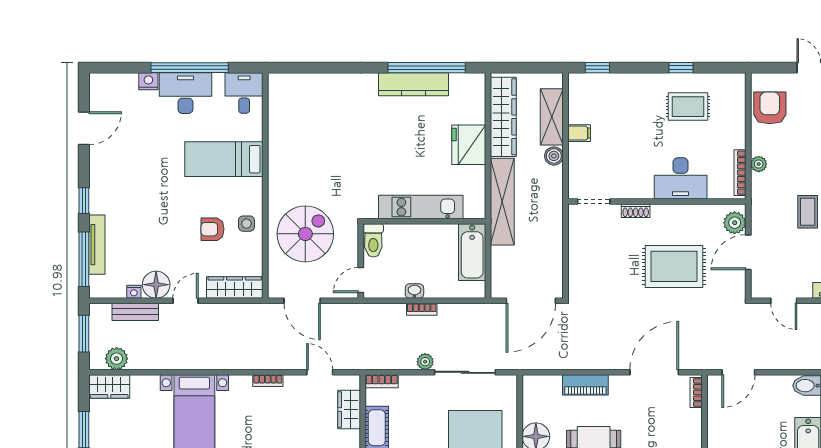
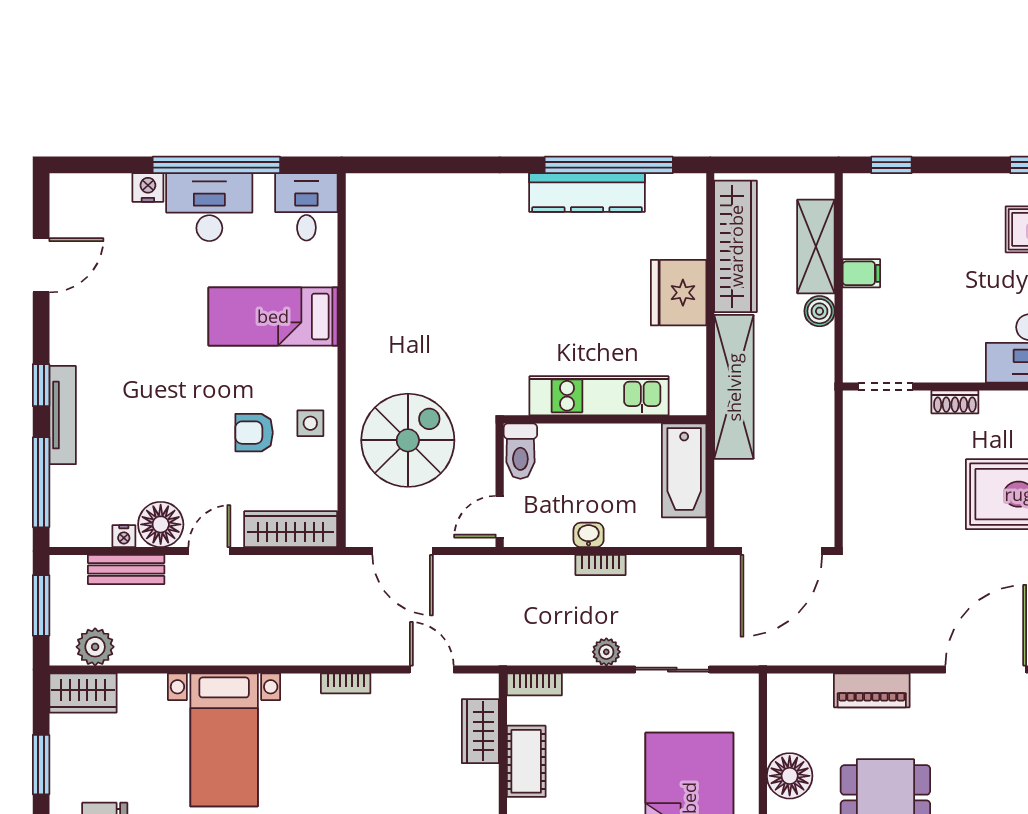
tv unit: (97, 245) -> (63, 415), moved
sliding door: (465, 372) -> (672, 670), width x0.73

